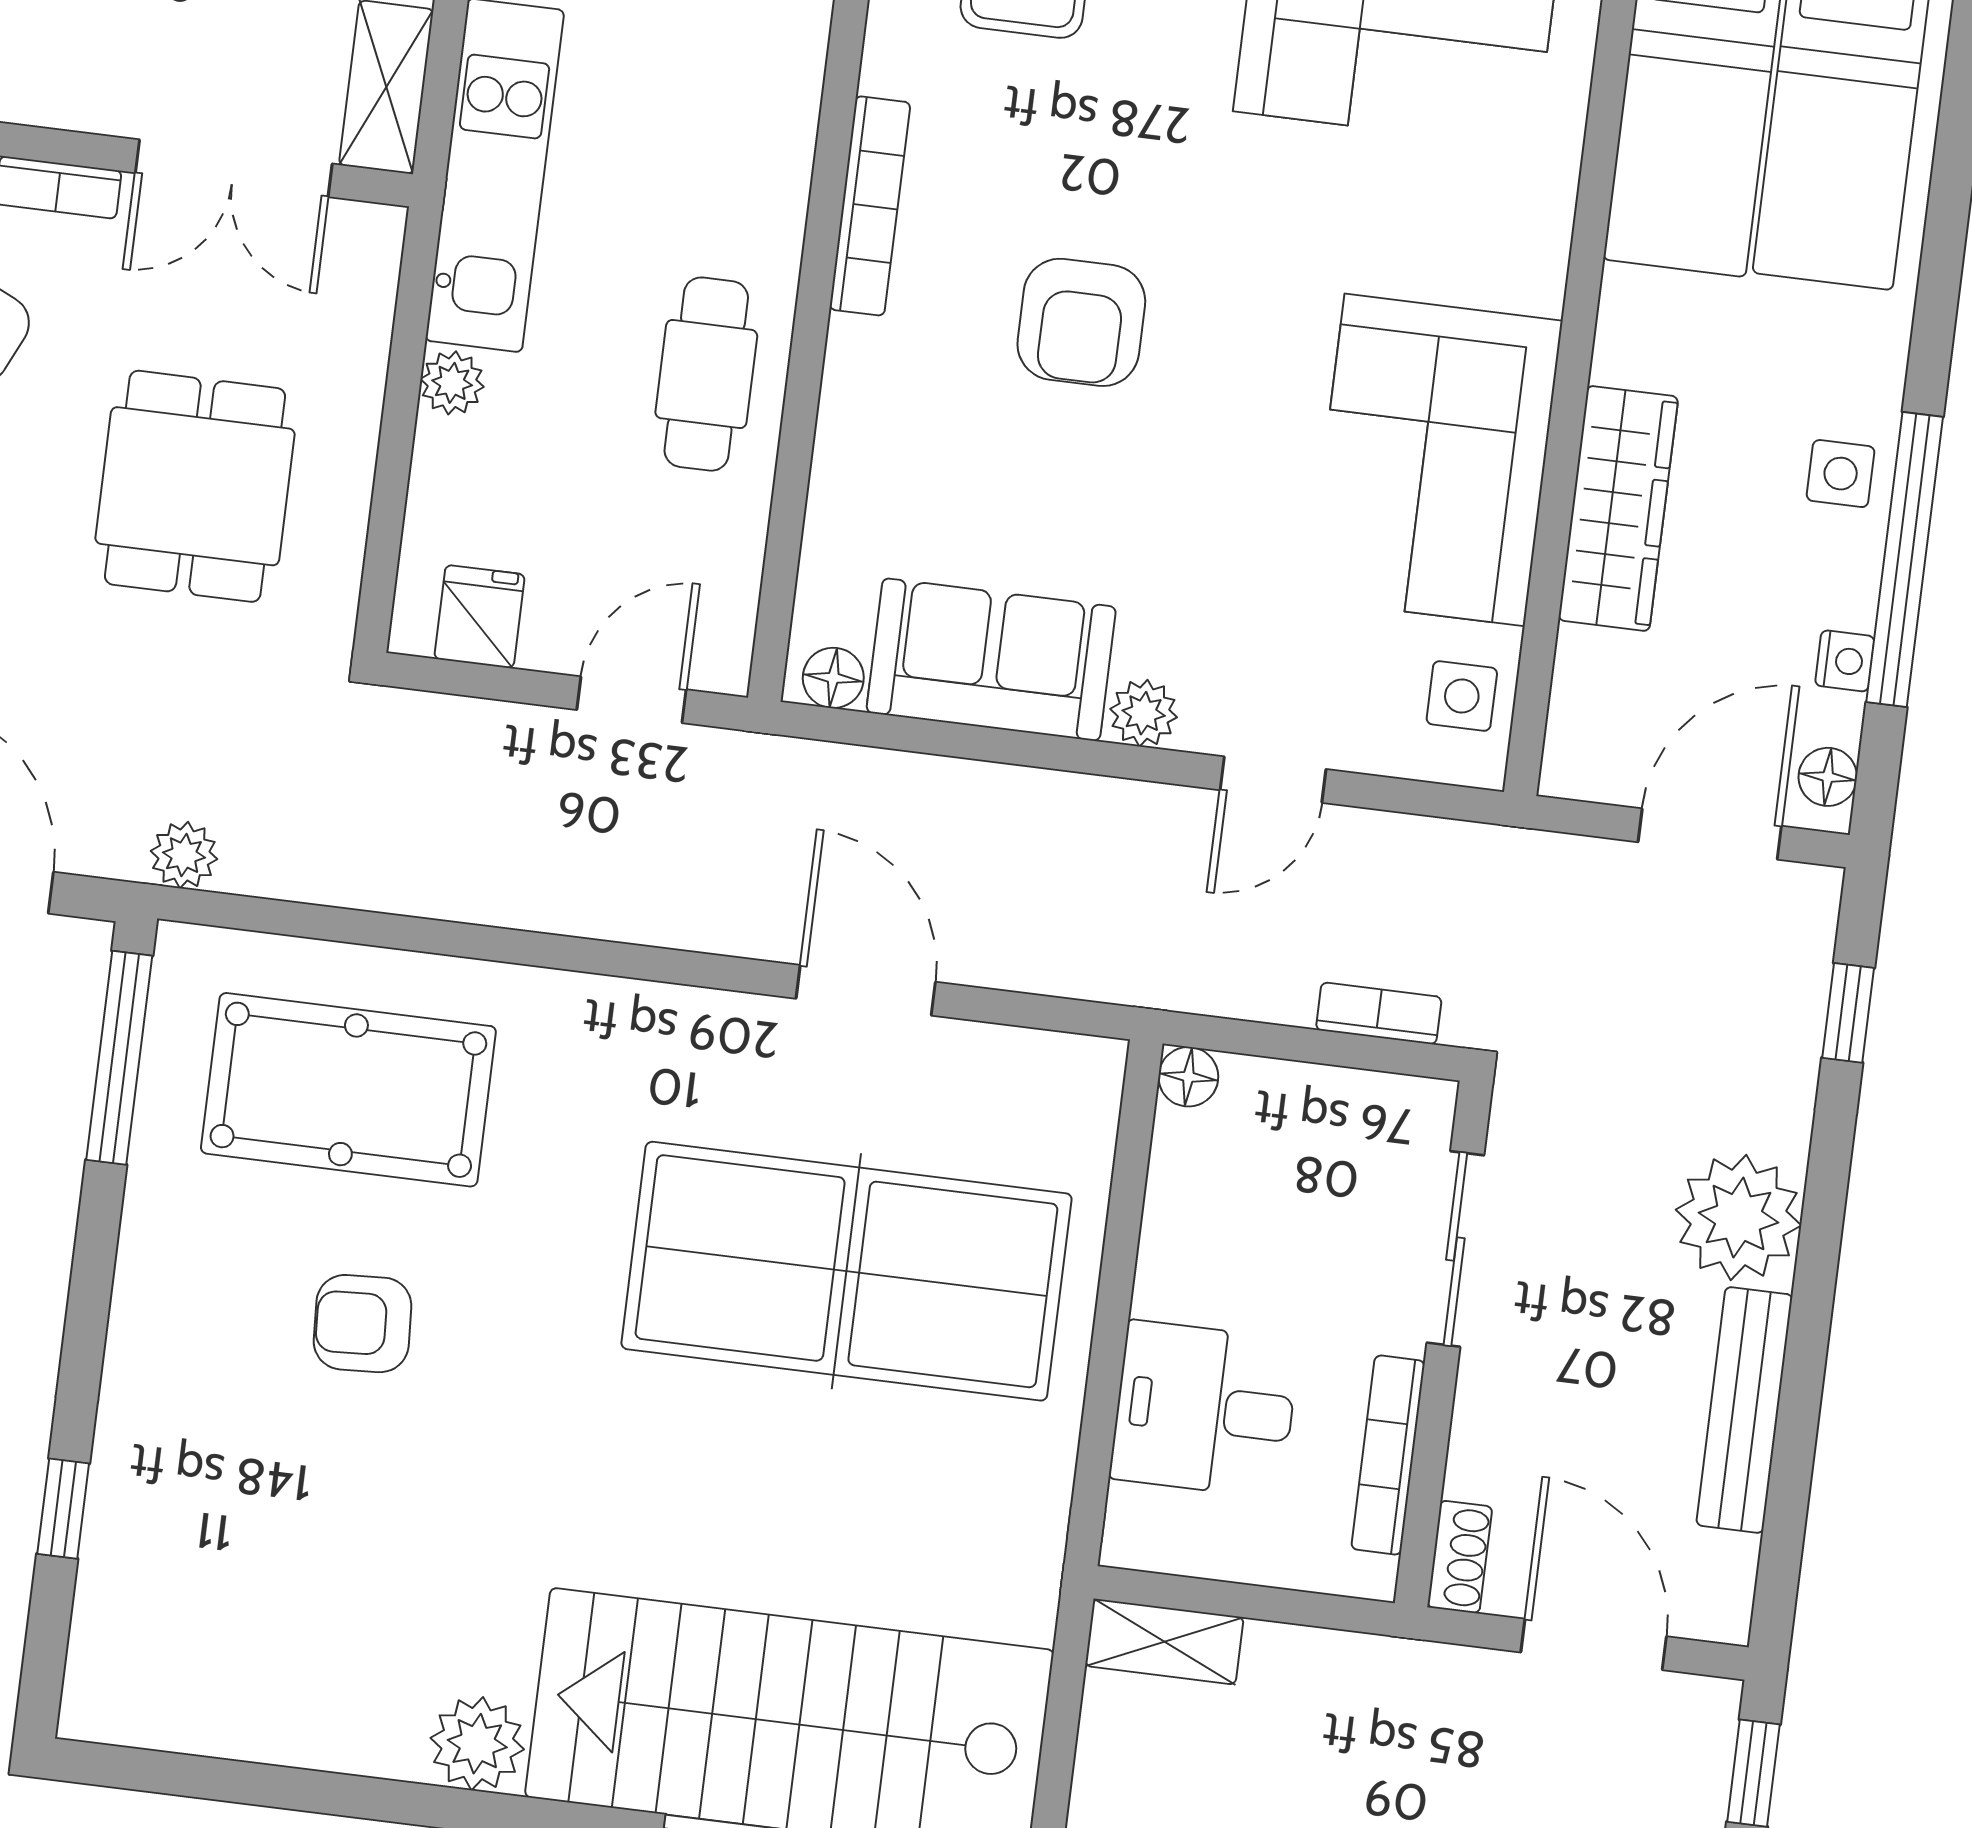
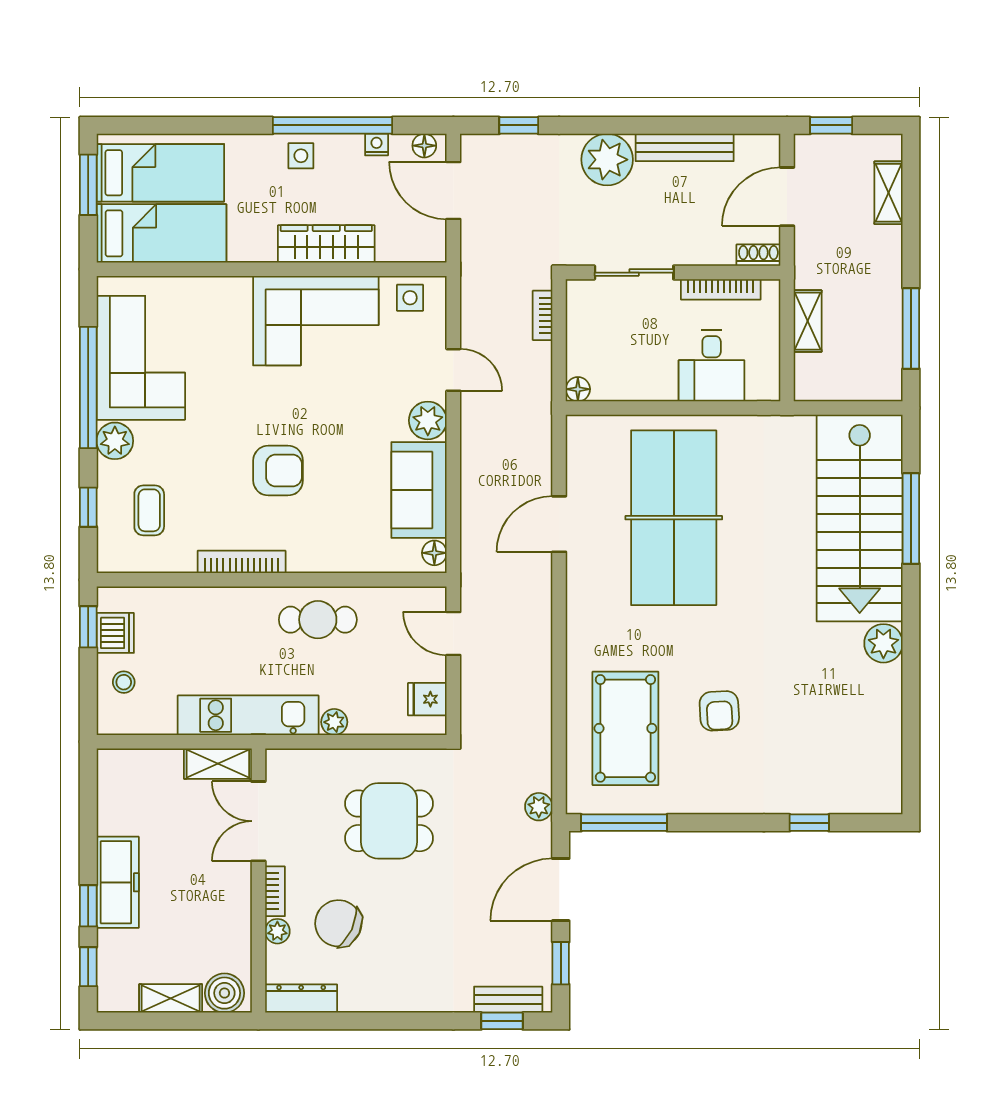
double door: (234, 168) -> (258, 821), swing flipped
plant: (1144, 713) -> (428, 420), width x1.38, depth x1.38
shelving: (1164, 1642) -> (808, 321), moved

